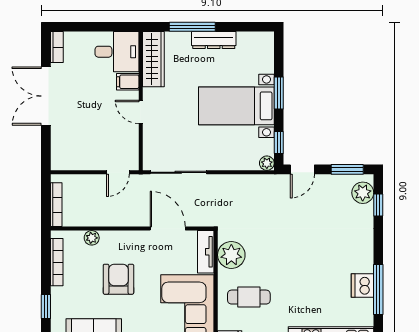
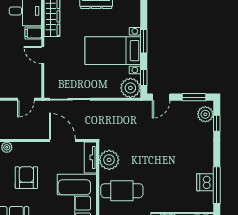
plant: (267, 163) -> (130, 88), width x1.87, depth x1.87
cafe table: (249, 297) -> (122, 191), width x1.37, depth x1.35

